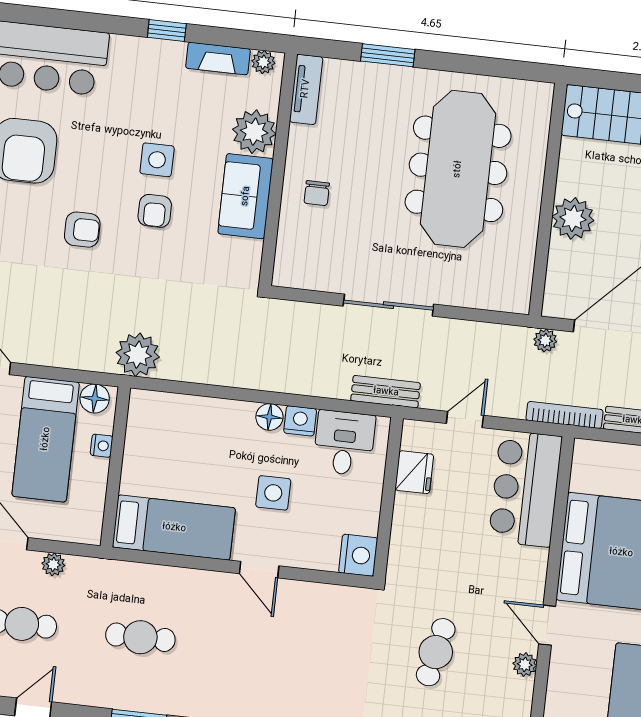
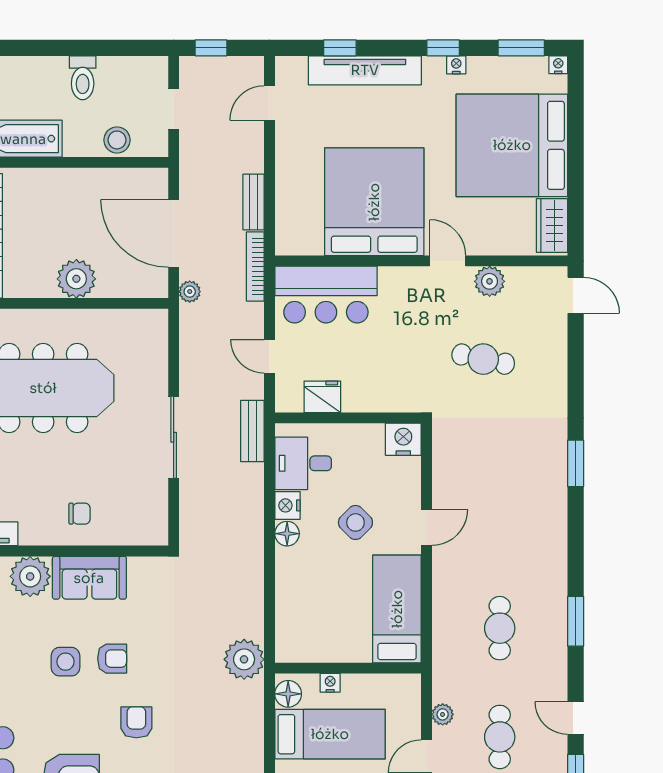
side table: (273, 493) -> (355, 522), turned 45
door: (547, 625) -> (448, 261), swing flipped
plant: (525, 664) -> (490, 281), width x1.38, depth x1.38

